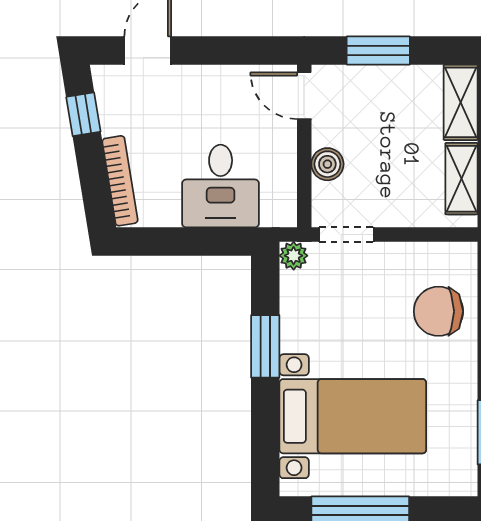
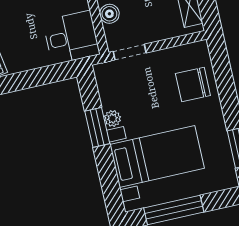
desk: (221, 186) -> (71, 38), moved, turned -90
plant: (294, 256) -> (112, 118), moved

